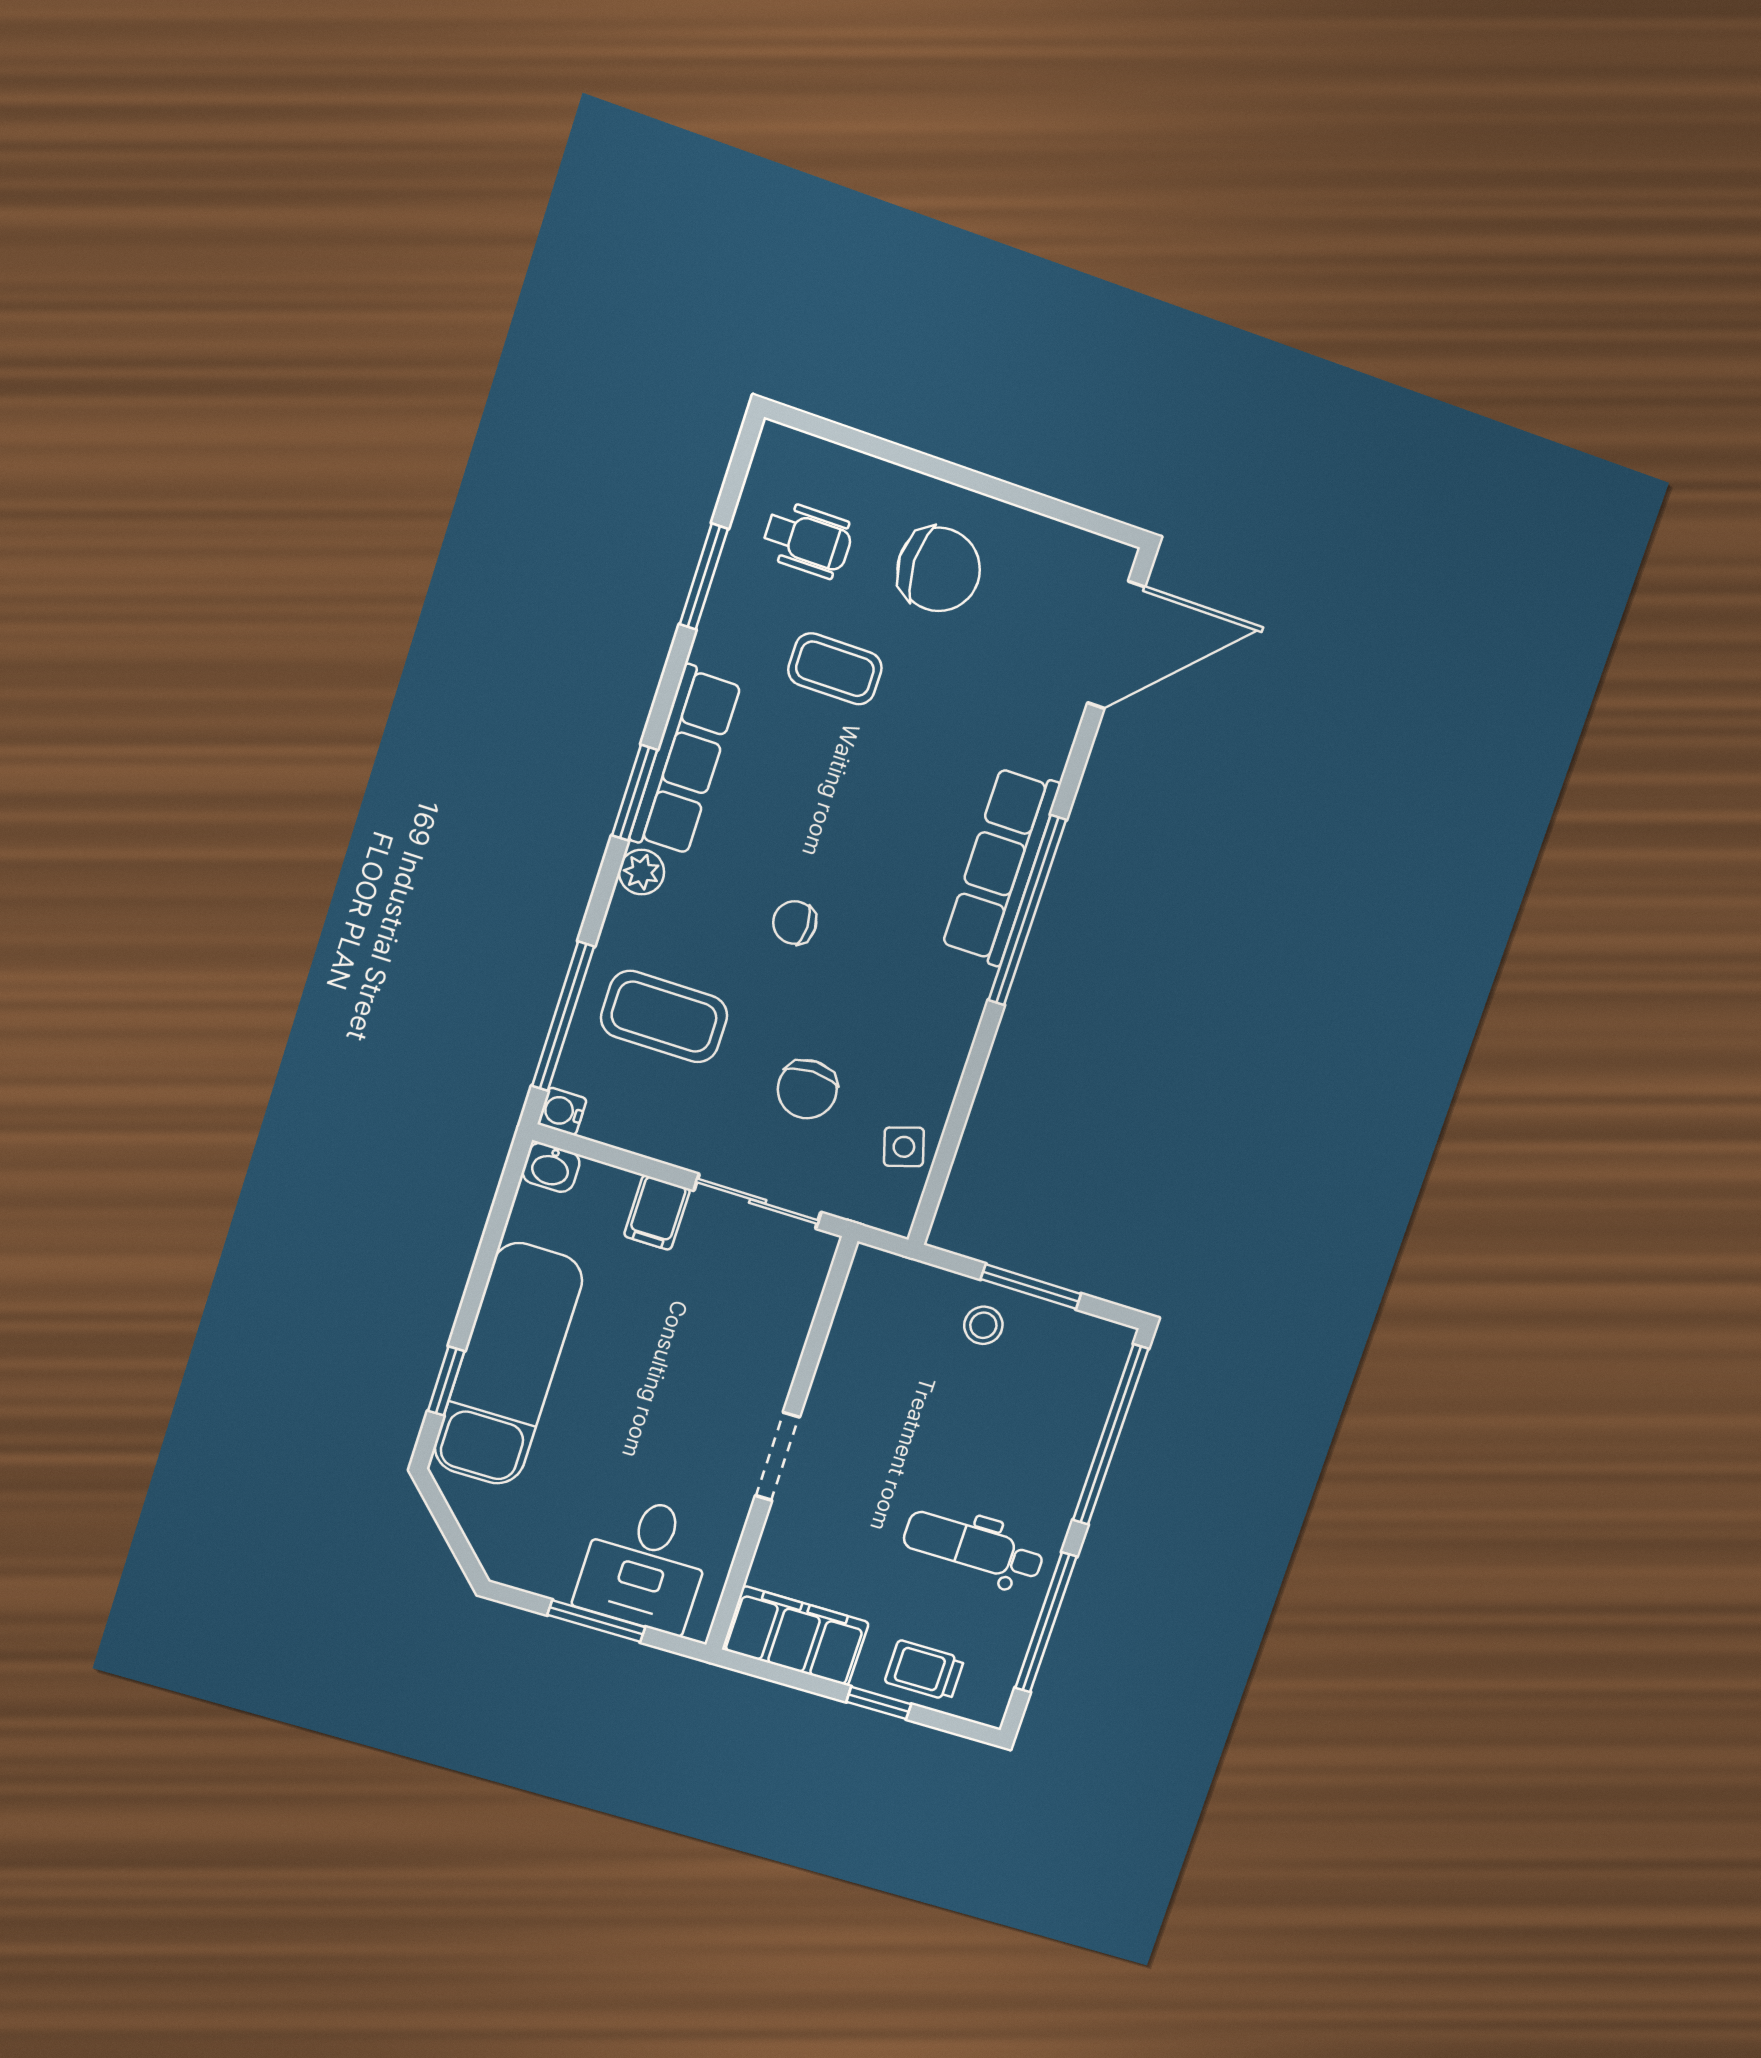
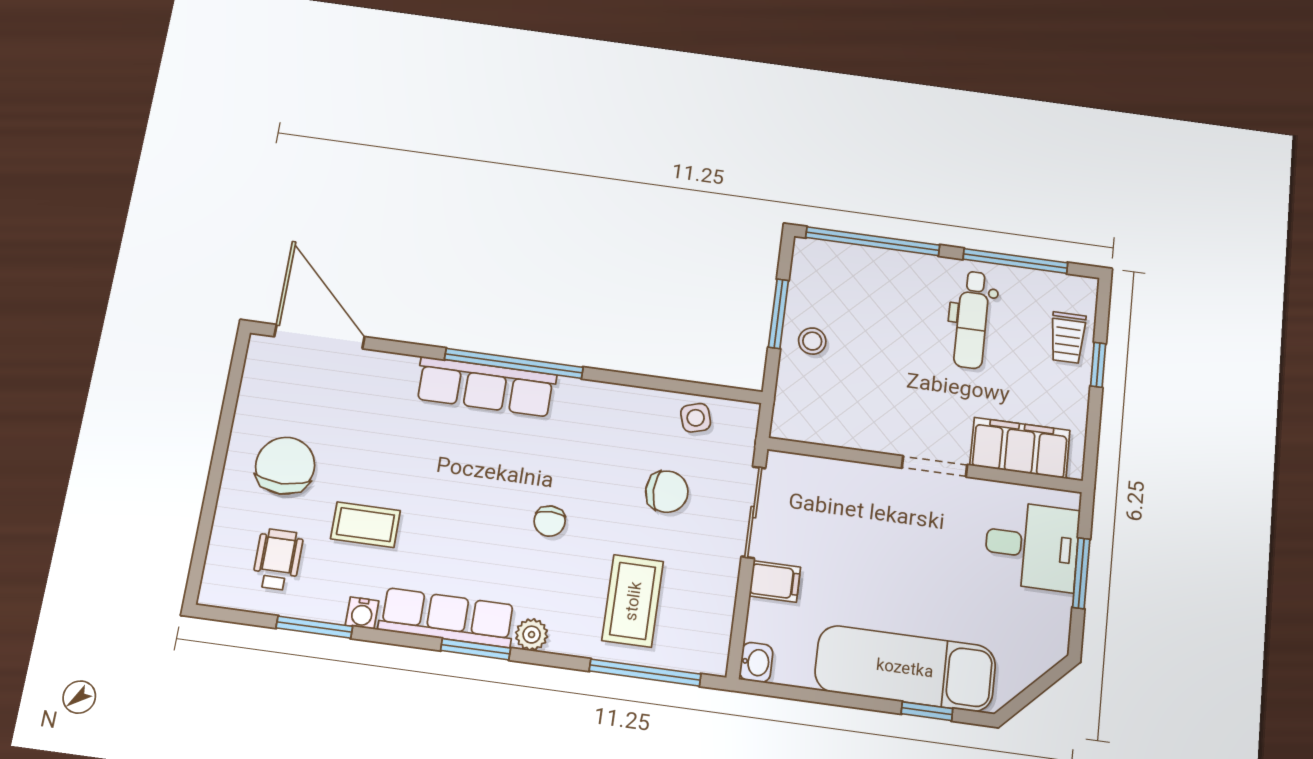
coffee table: (835, 669) -> (366, 525), turned 90
water cooler: (562, 1111) -> (362, 613), moved
filing cabinet: (796, 1636) -> (1020, 448), moved, turned 90

